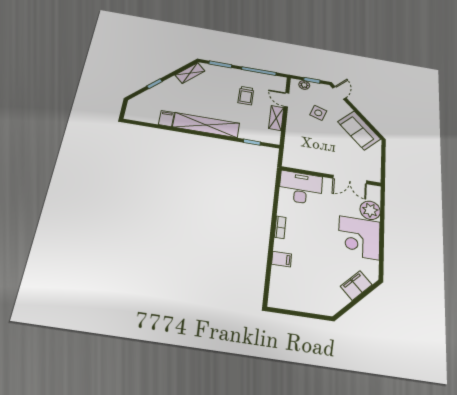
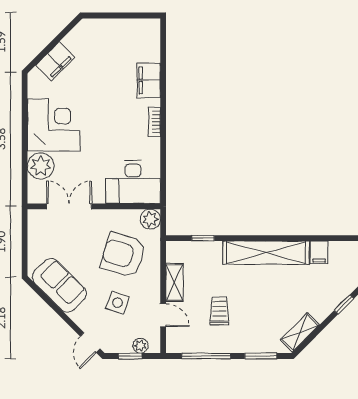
armchair: (312, 141) -> (123, 255), added
plant: (290, 161) -> (150, 219), added
filing cabinet: (282, 259) -> (149, 80), width x2.00

